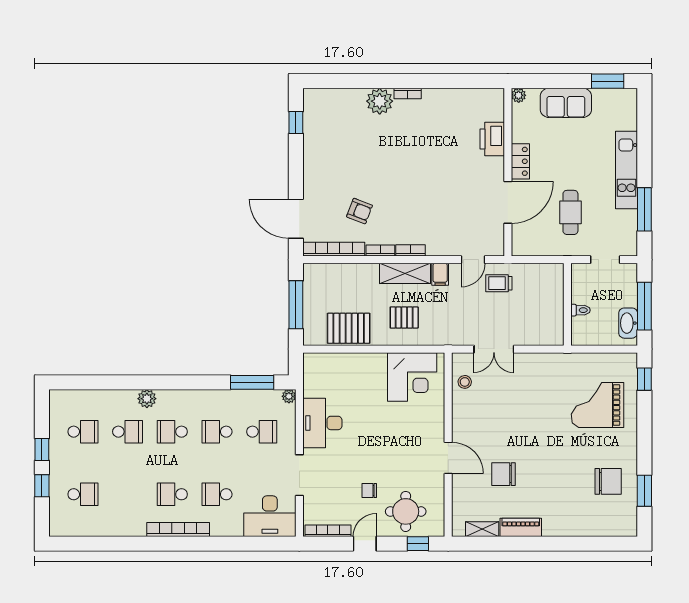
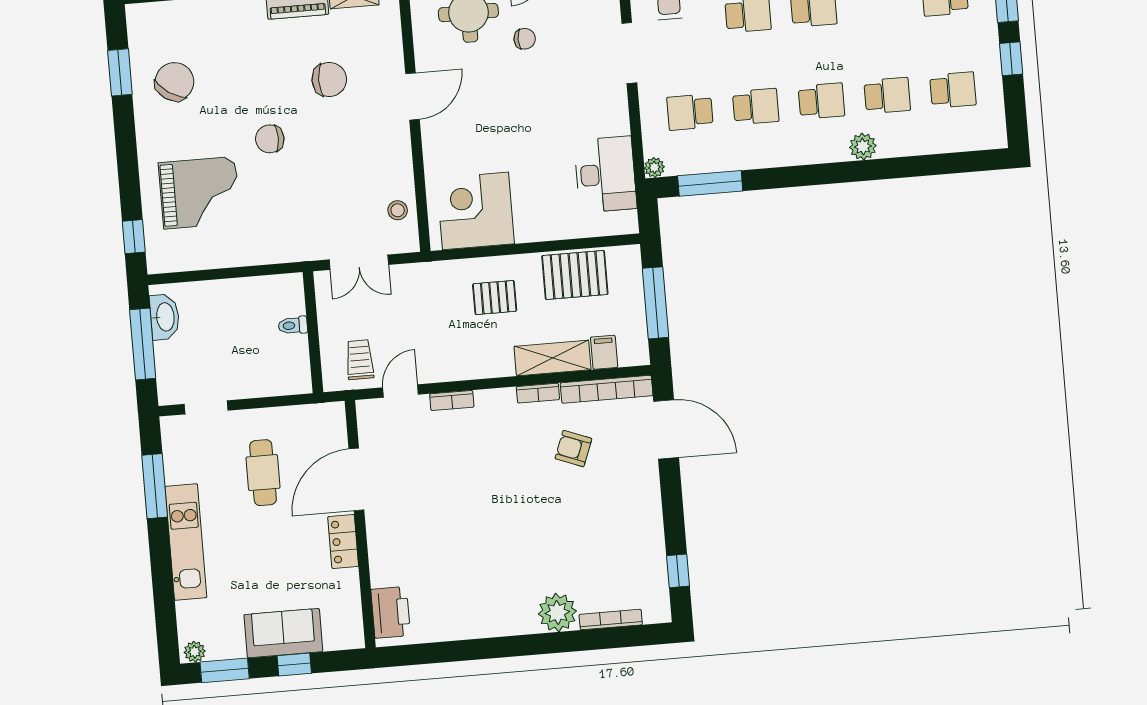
window: (560, 81) -> (294, 664), added
bookcase: (408, 93) -> (611, 620), moved, width x1.56
plant: (519, 95) -> (195, 652), moved
printer: (492, 139) -> (391, 612), moved
bookcase: (411, 250) -> (452, 400), moved
shelving: (405, 273) -> (553, 358), moved
filing cabinet: (440, 274) -> (604, 352), moved
trolley: (499, 283) -> (360, 360), turned -90
wall: (567, 304) -> (313, 332), moved
toilet: (581, 310) -> (293, 325), moved
double door: (494, 349) -> (359, 262), swing flipped
desk: (322, 423) -> (605, 174), moved
school desk: (83, 432) -> (953, 90), turned 180
school desk: (128, 432) -> (887, 96), turned 180
chair: (547, 437) -> (270, 139), added
door: (448, 458) -> (412, 96), swing flipped
chair: (608, 481) -> (174, 82), turned 124

